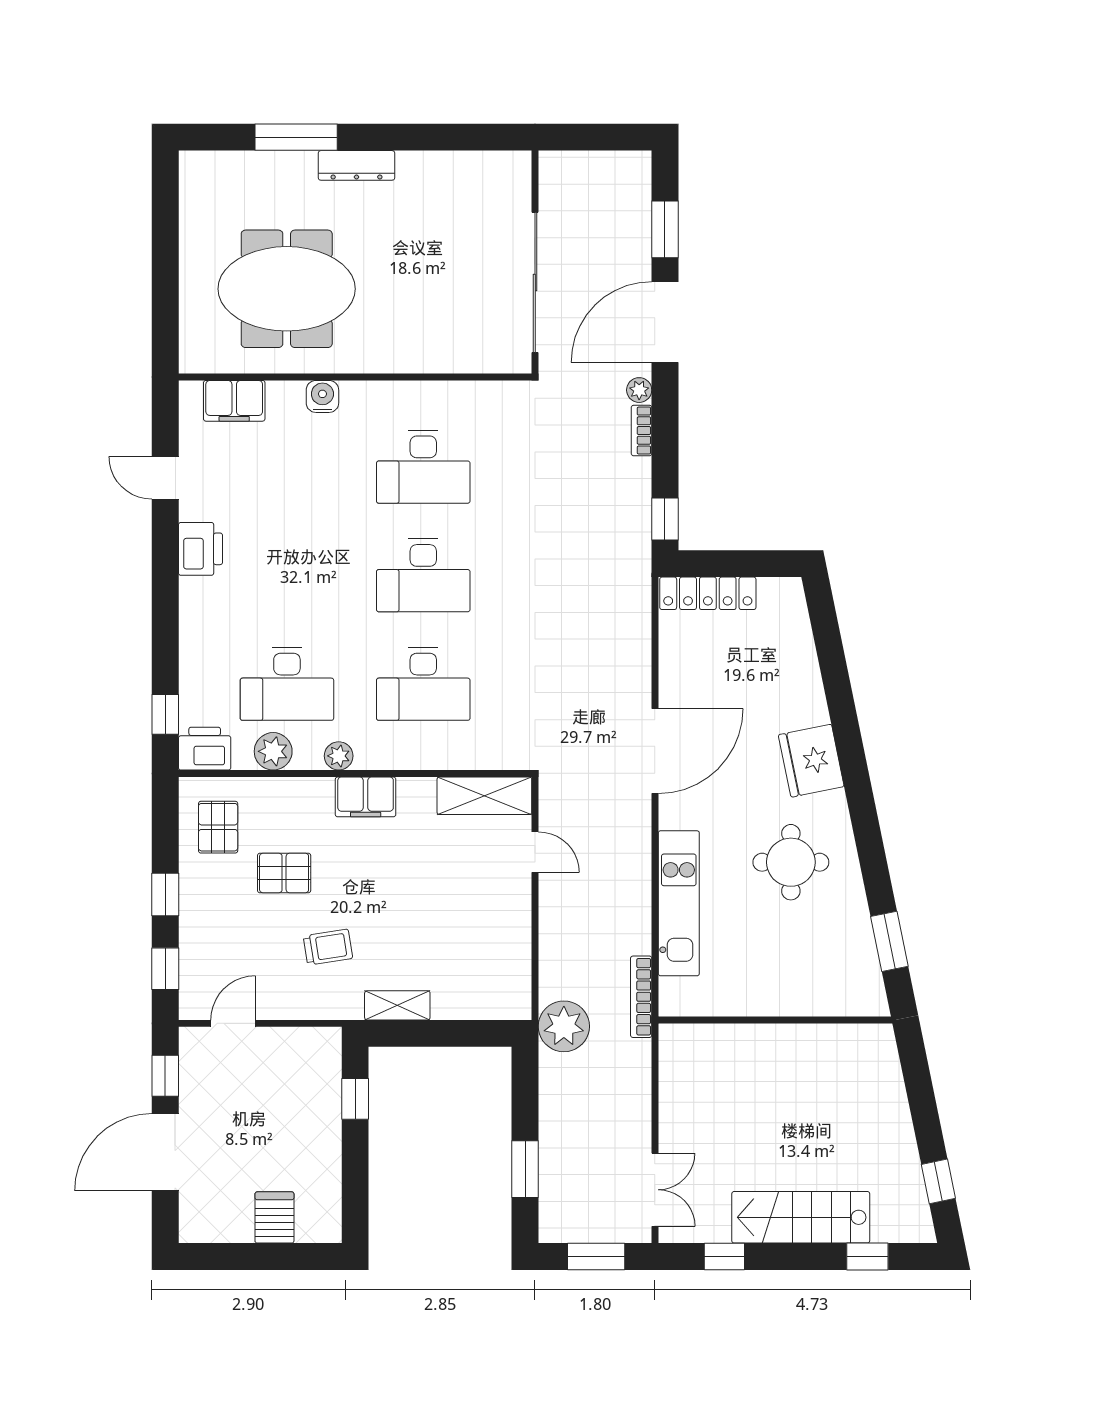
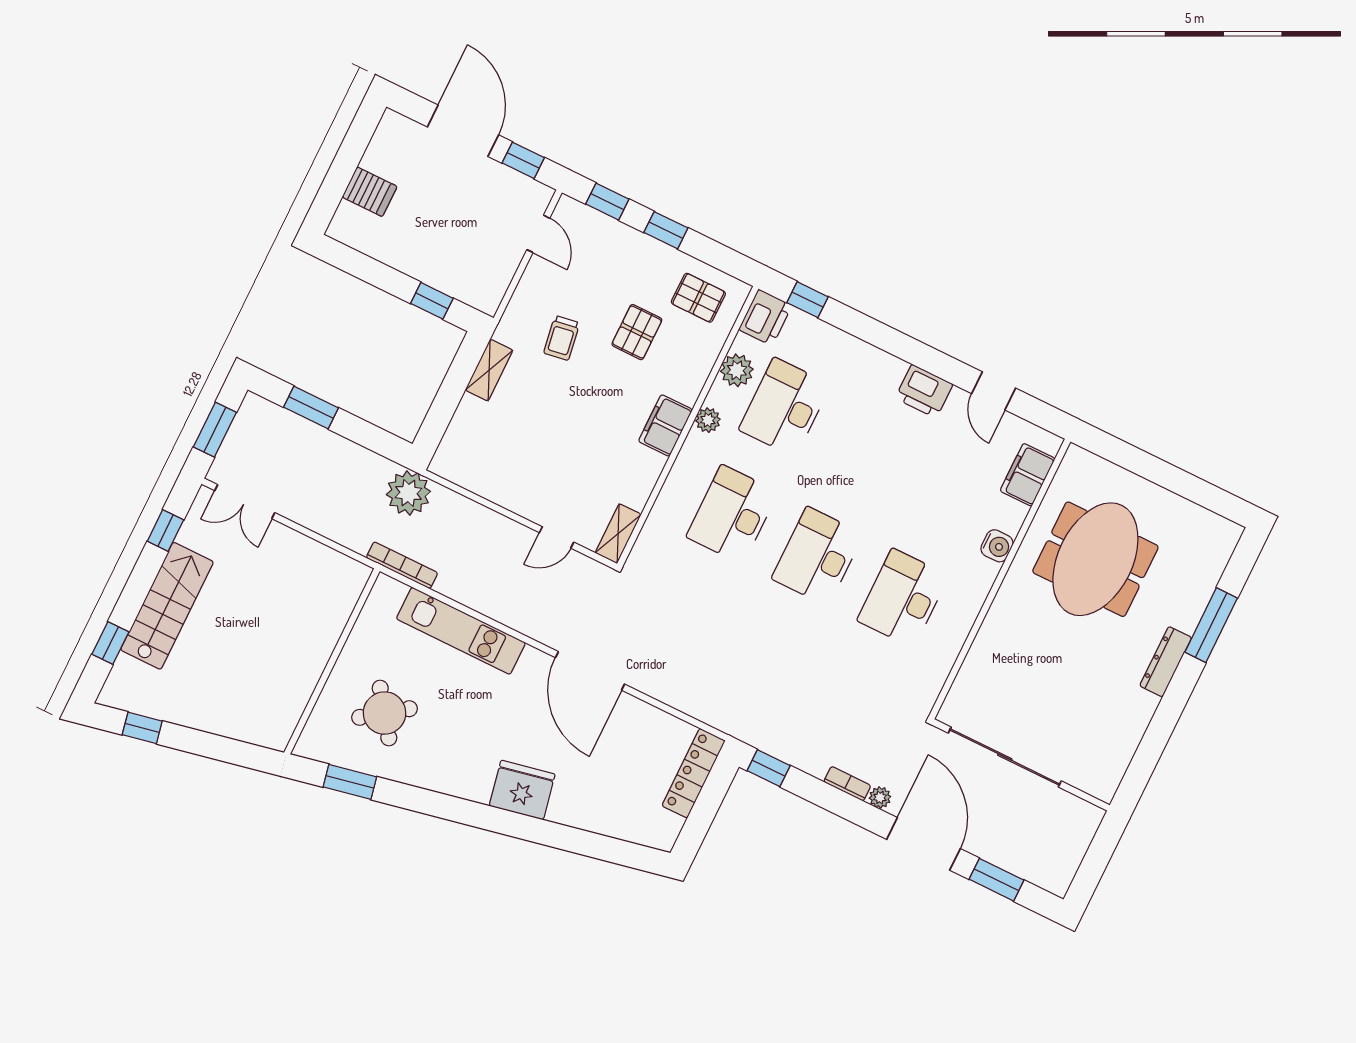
door: (165, 478) -> (994, 391), swing flipped
shelving: (484, 796) -> (618, 534), width x0.67, depth x0.75
round table: (791, 862) -> (384, 713), moved, turned -36

